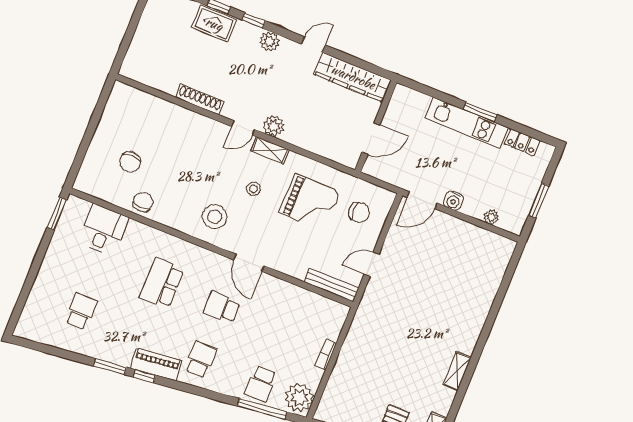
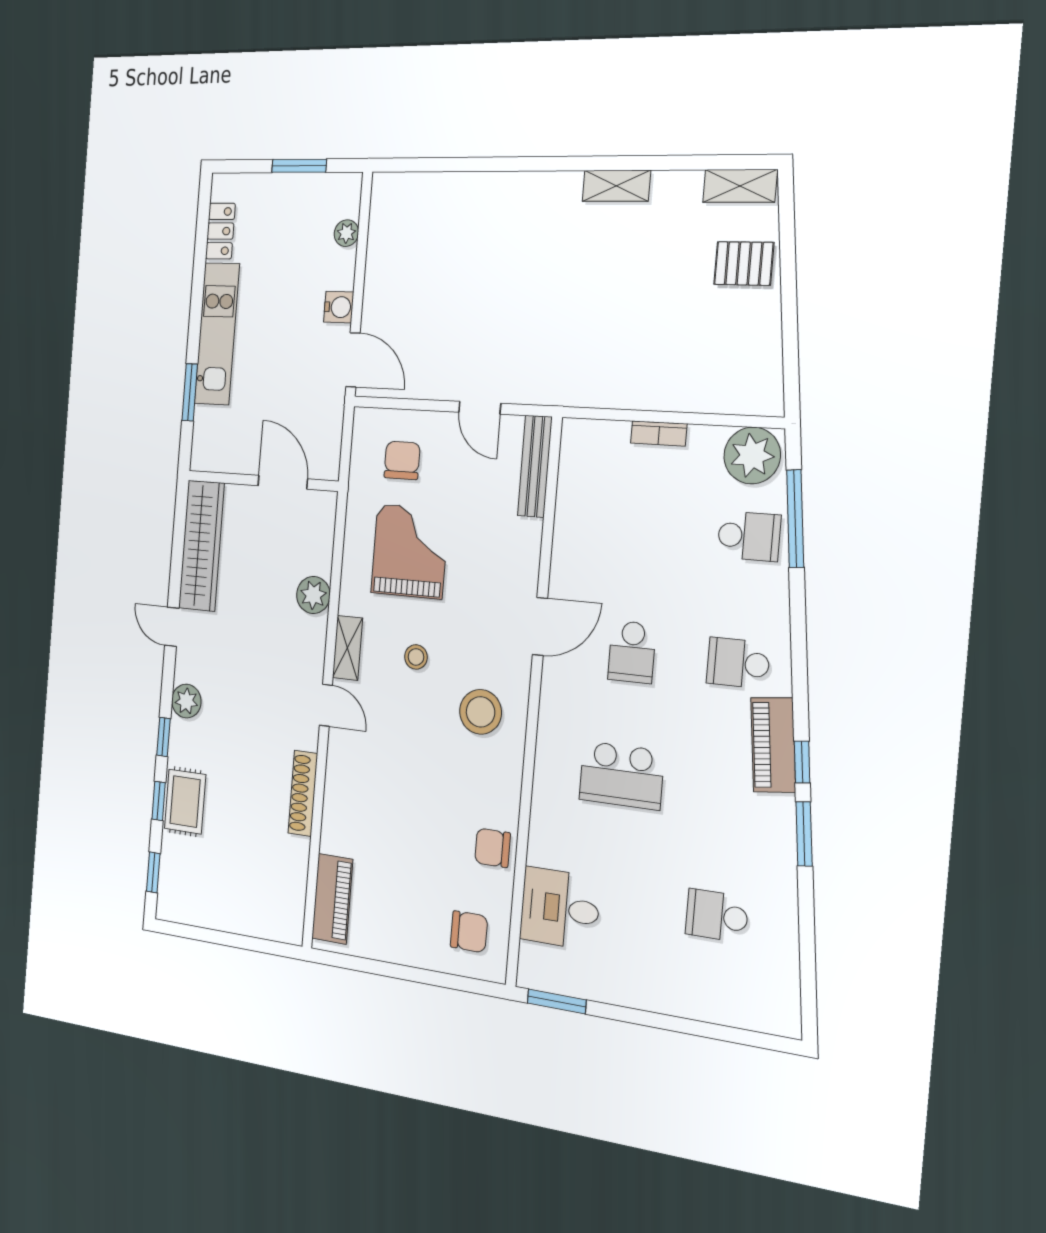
piano: (139, 100) -> (332, 899), added
window: (480, 112) -> (190, 392), moved
plant: (274, 126) -> (313, 595), moved
chair: (130, 162) -> (469, 932), moved

